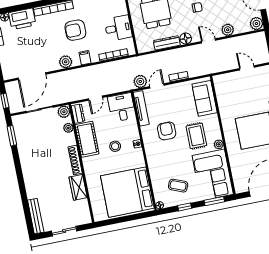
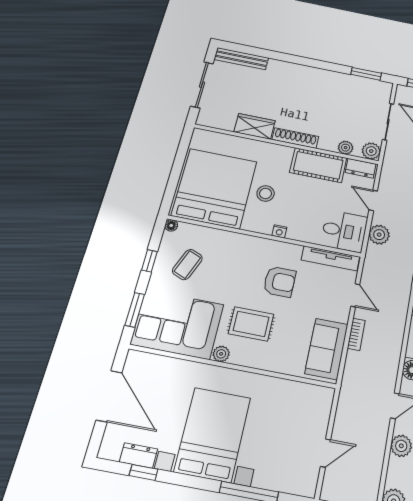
plant: (140, 81) -> (379, 235), moved
sofa: (205, 98) -> (326, 349), moved, turned -90
stool: (115, 146) -> (266, 193), moved
sliding door: (64, 231) -> (202, 85), width x1.37

